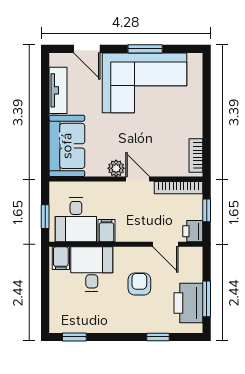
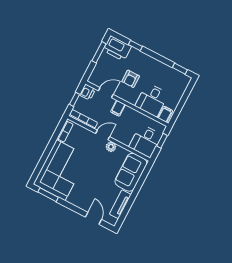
window: (145, 49) -> (48, 195), moved
corner sofa: (145, 83) -> (61, 170), moved, turned 90
door: (138, 179) -> (103, 135), swing flipped
desk: (76, 220) -> (145, 141), moved, turned 180
filing cabinet: (106, 231) -> (118, 108), moved
door: (165, 244) -> (106, 93), hinge flipped
printer: (188, 303) -> (117, 48), moved, turned 90

